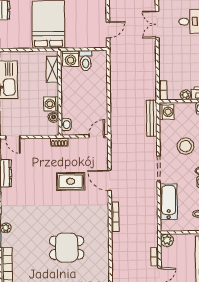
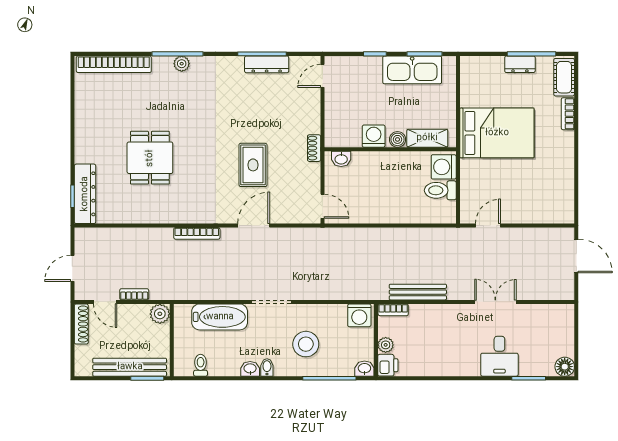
door: (108, 30) -> (488, 226), swing flipped
boiler: (53, 117) -> (397, 139), moved
bench: (152, 118) -> (418, 292), moved

